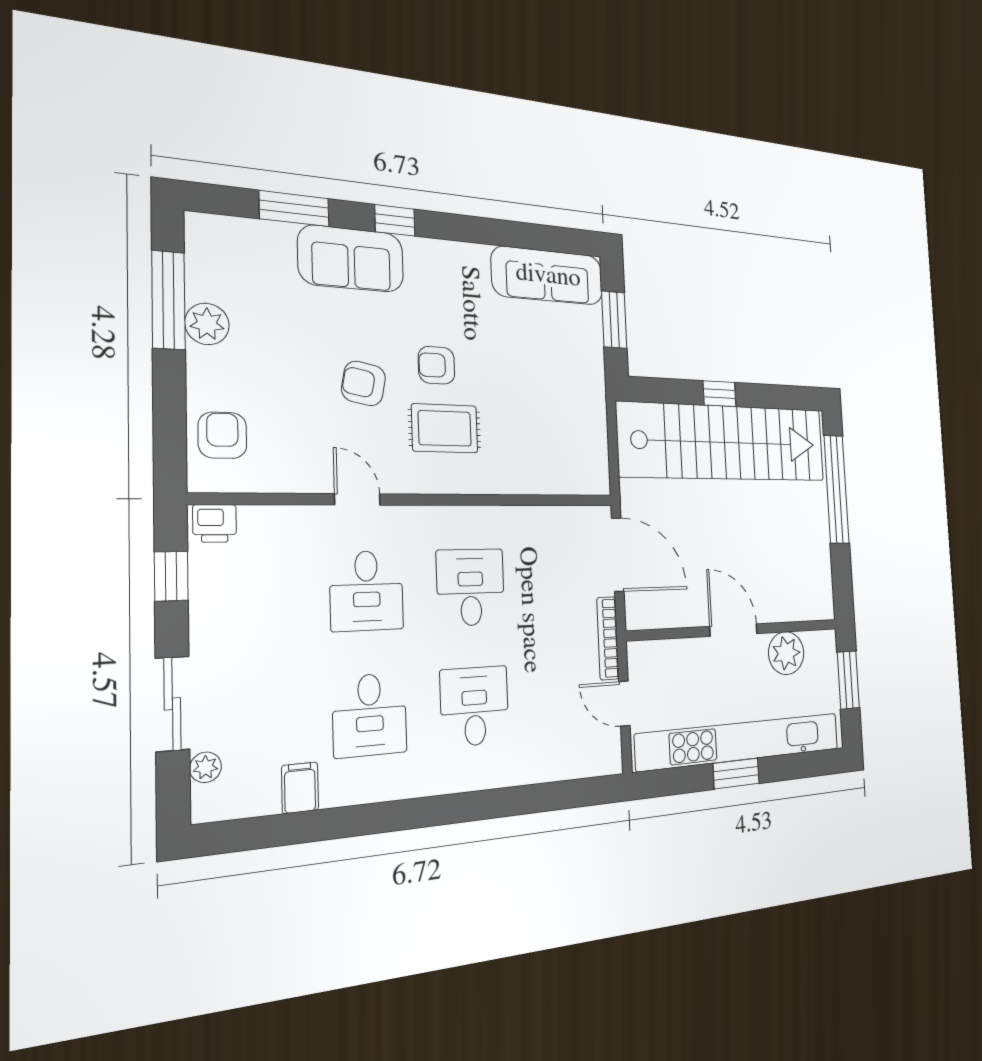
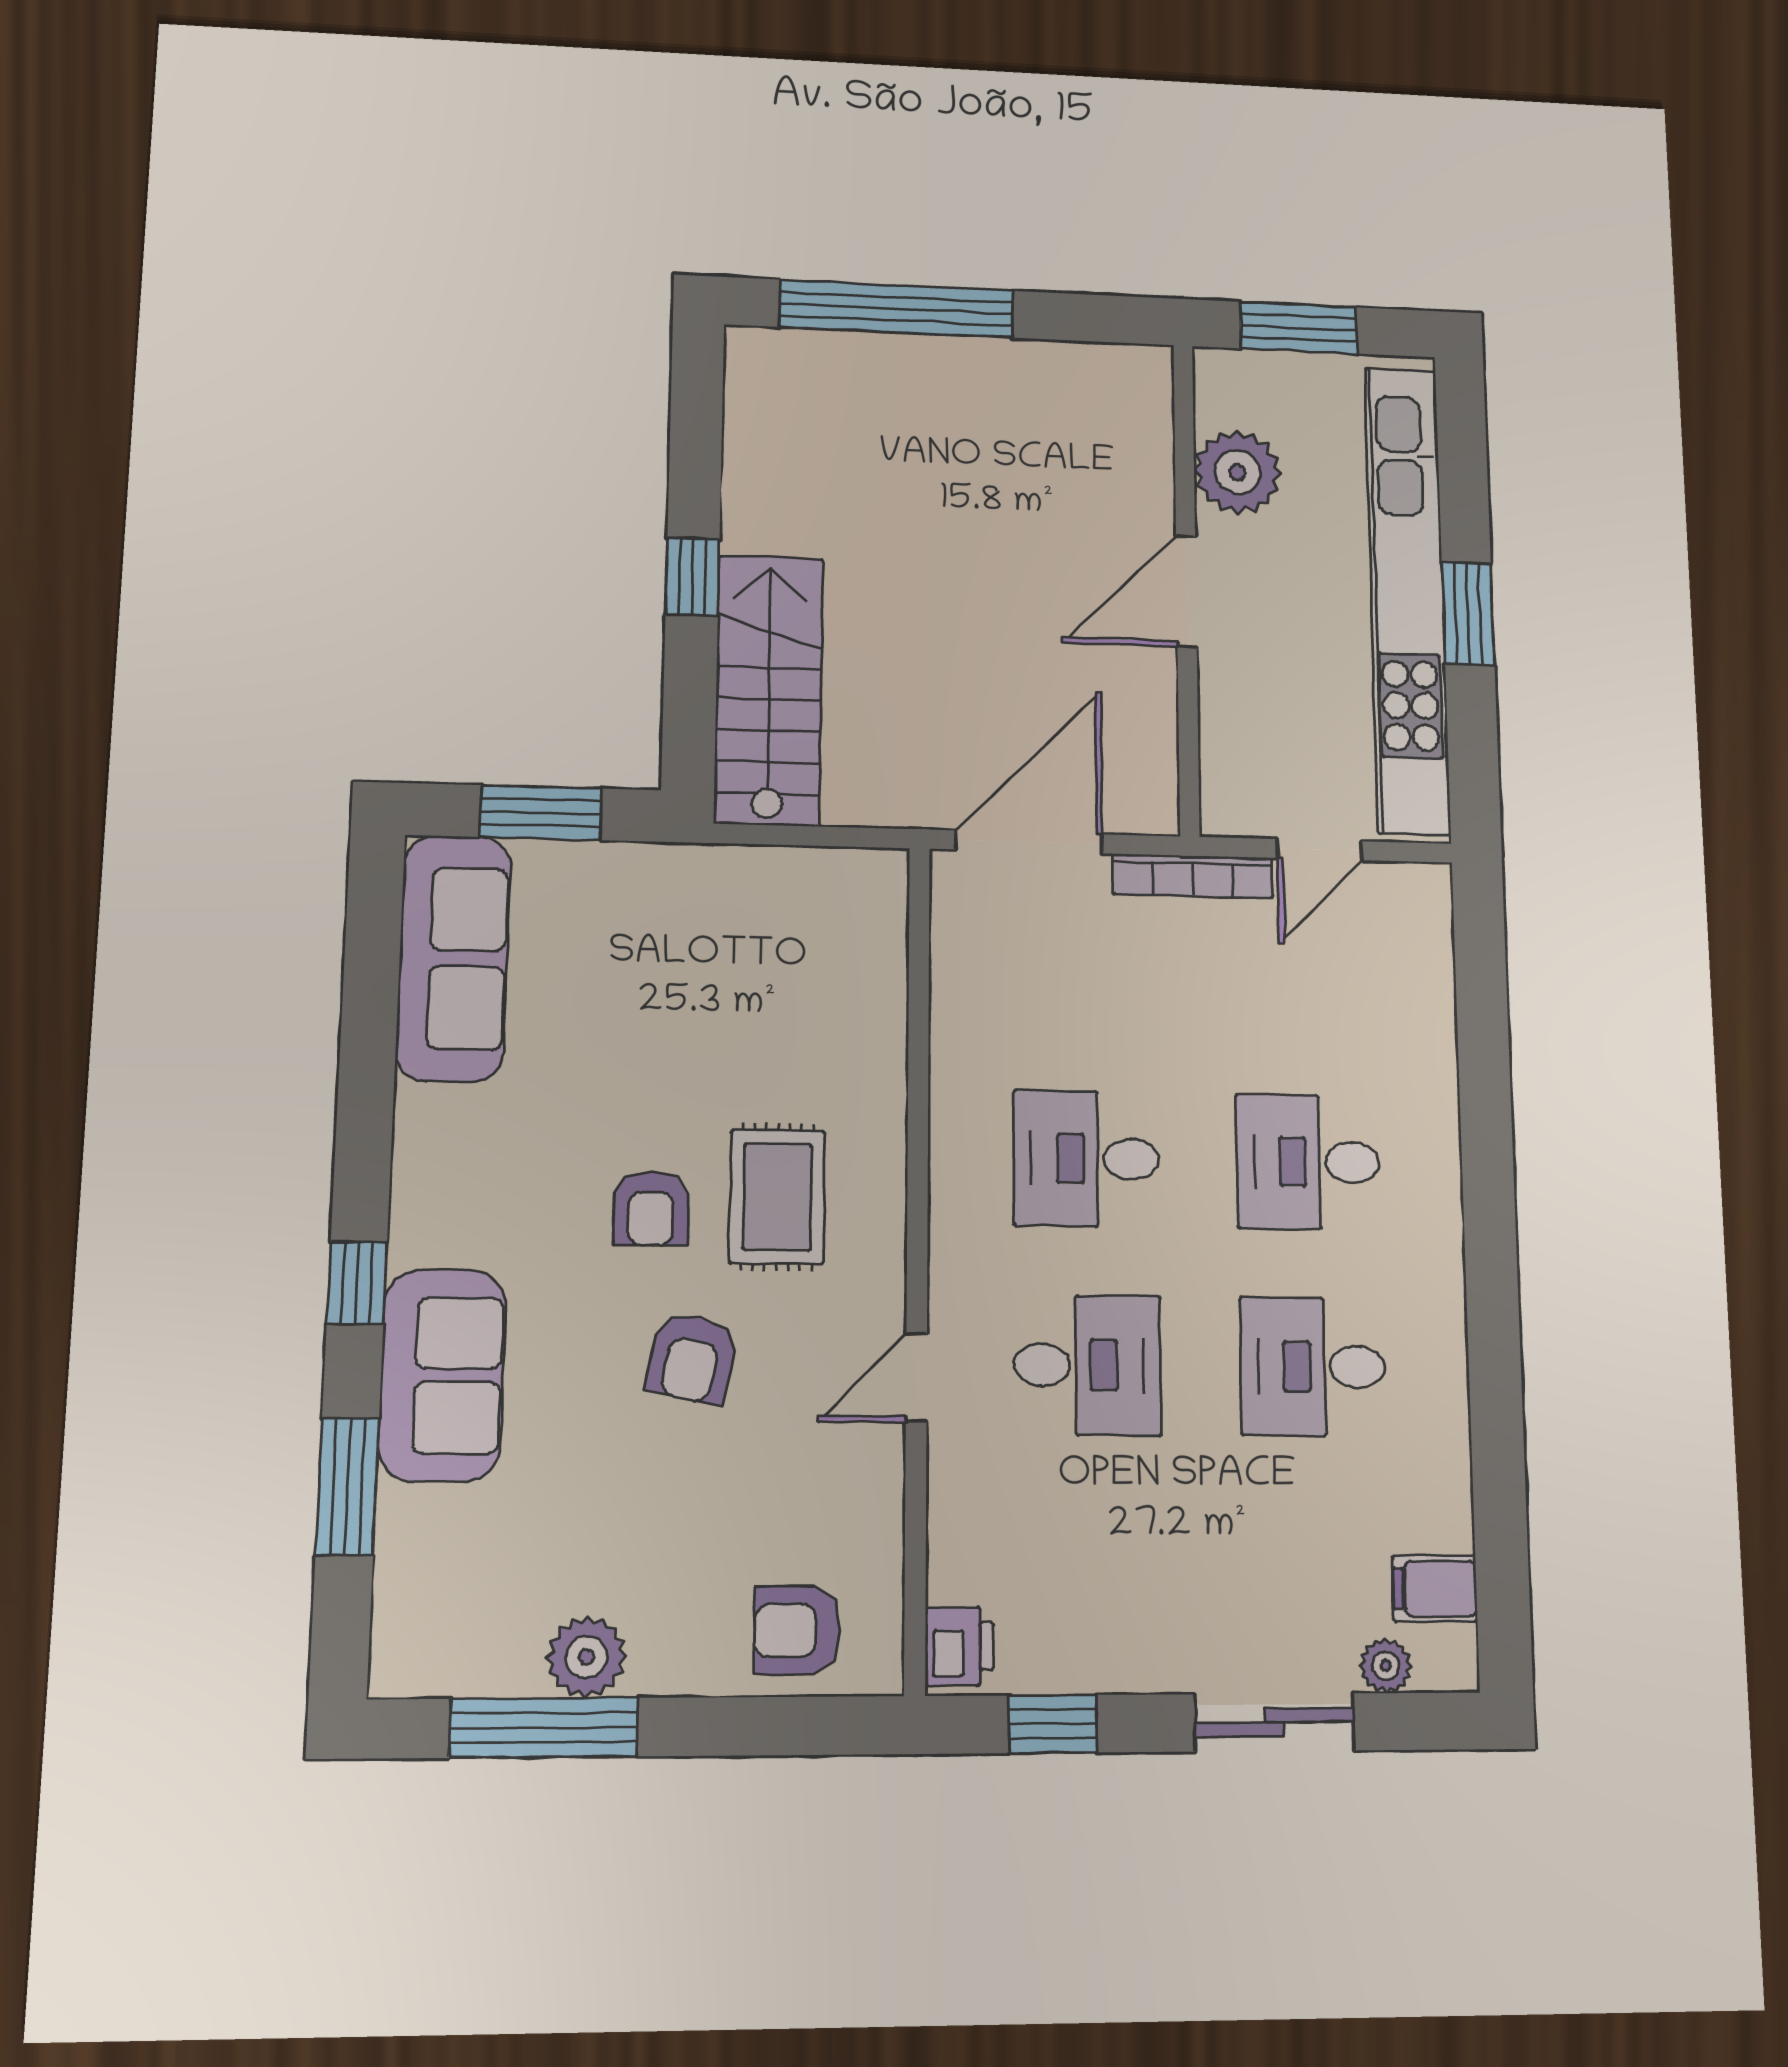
stairs: (724, 442) -> (769, 690), width x0.54, depth x0.66
desk: (370, 715) -> (1313, 1367), turned 180
filing cabinet: (300, 788) -> (1435, 1589), moved

